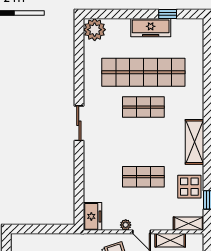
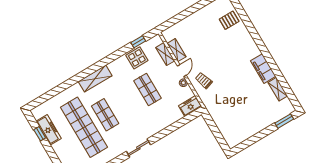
freezer: (151, 28) -> (49, 130), moved
shelving: (194, 142) -> (95, 79), moved
shelving: (188, 224) -> (165, 54), moved

